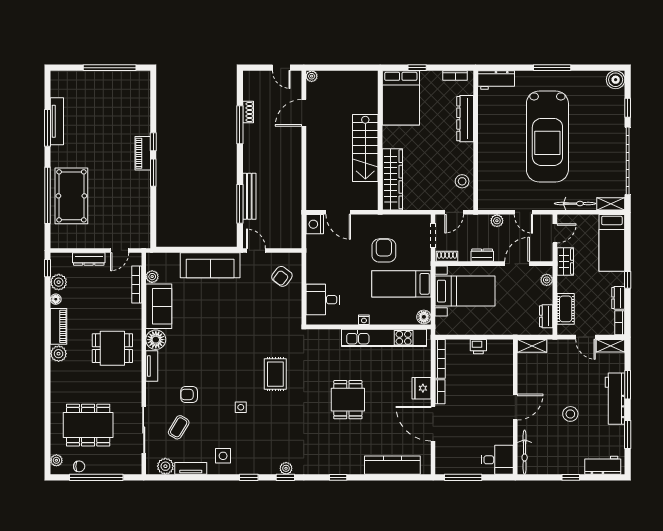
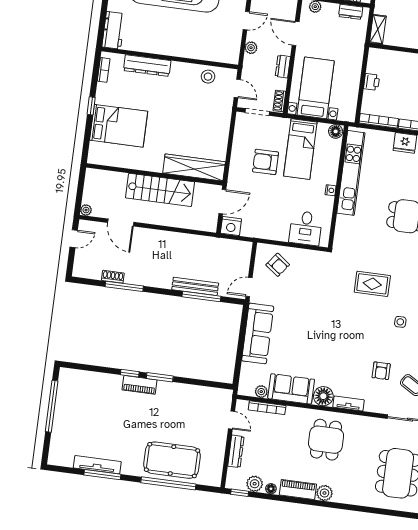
wall: (380, 140) -> (154, 174), moved
stairs: (365, 148) -> (160, 190), moved
wardrobe: (392, 179) -> (194, 167), moved

